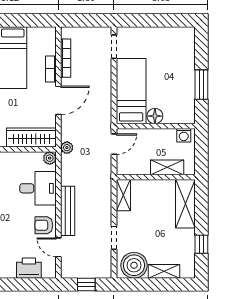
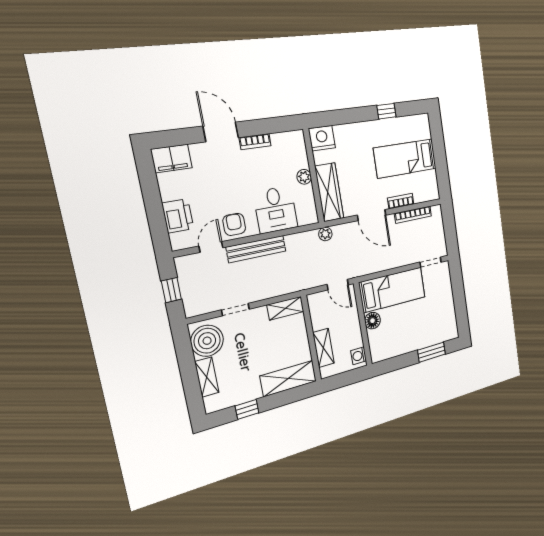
window: (201, 85) -> (432, 352), moved
plant: (50, 158) -> (304, 177), moved

